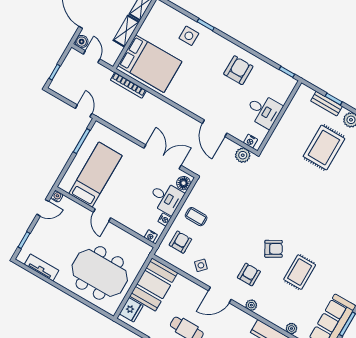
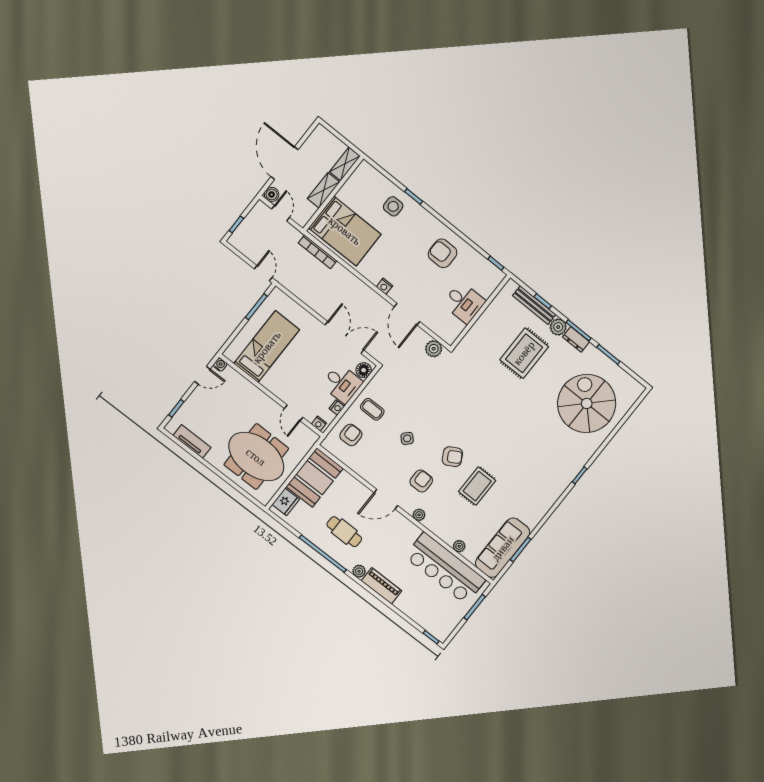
armchair: (238, 70) -> (443, 253), turned -90
bench: (326, 104) -> (534, 305), width x1.36
nightstand: (250, 141) -> (384, 286), moved
door: (102, 215) -> (294, 413), moved
side table: (201, 265) -> (407, 438), moved

